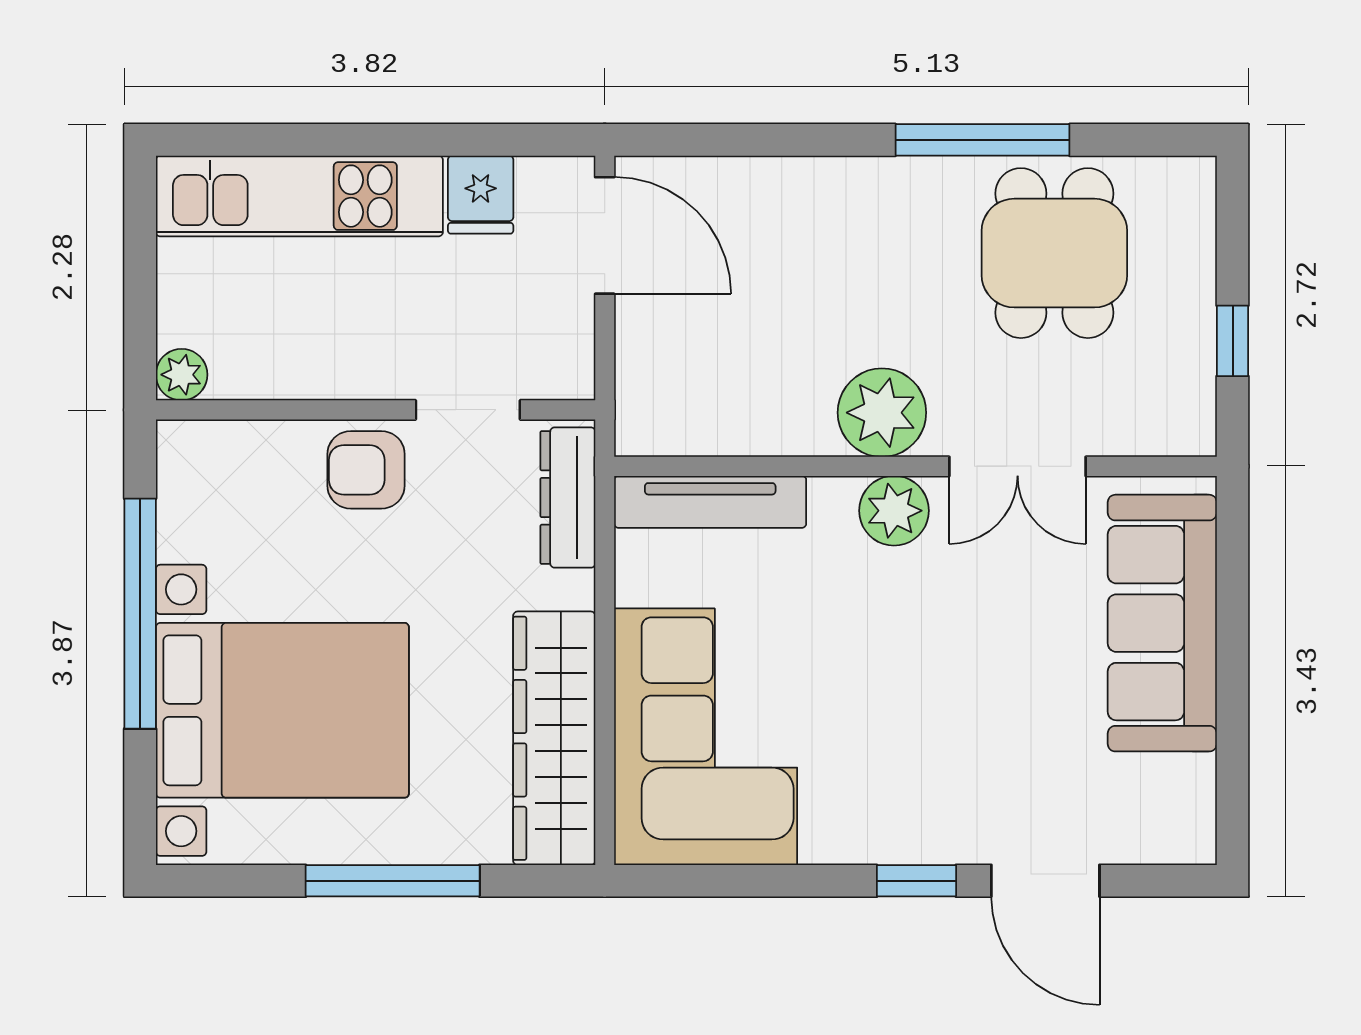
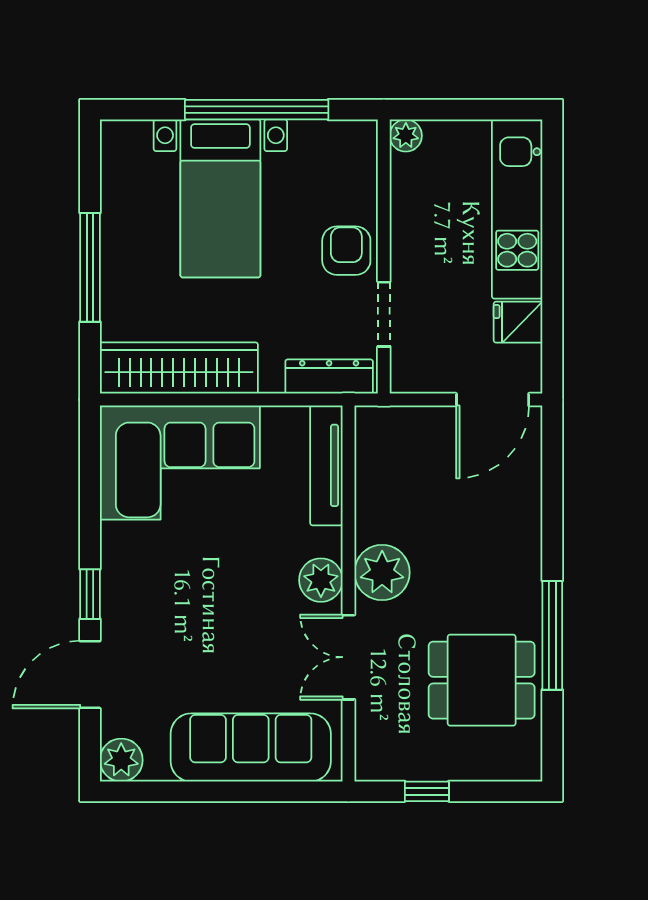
bed with nightstands: (282, 710) -> (220, 198), width x0.73
plant: (1182, 831) -> (121, 760), added

